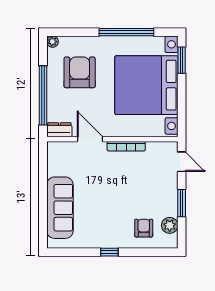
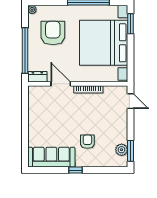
window: (182, 203) -> (131, 151), moved
sofa: (60, 208) -> (51, 157), moved, turned -90
armchair: (144, 228) -> (87, 142), moved

